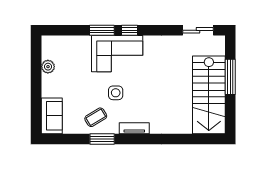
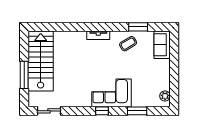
window: (102, 30) -> (137, 111), moved
plant: (48, 67) -> (165, 96), moved
side table: (116, 93) -> (113, 63), removed
window: (102, 139) -> (138, 27), moved

